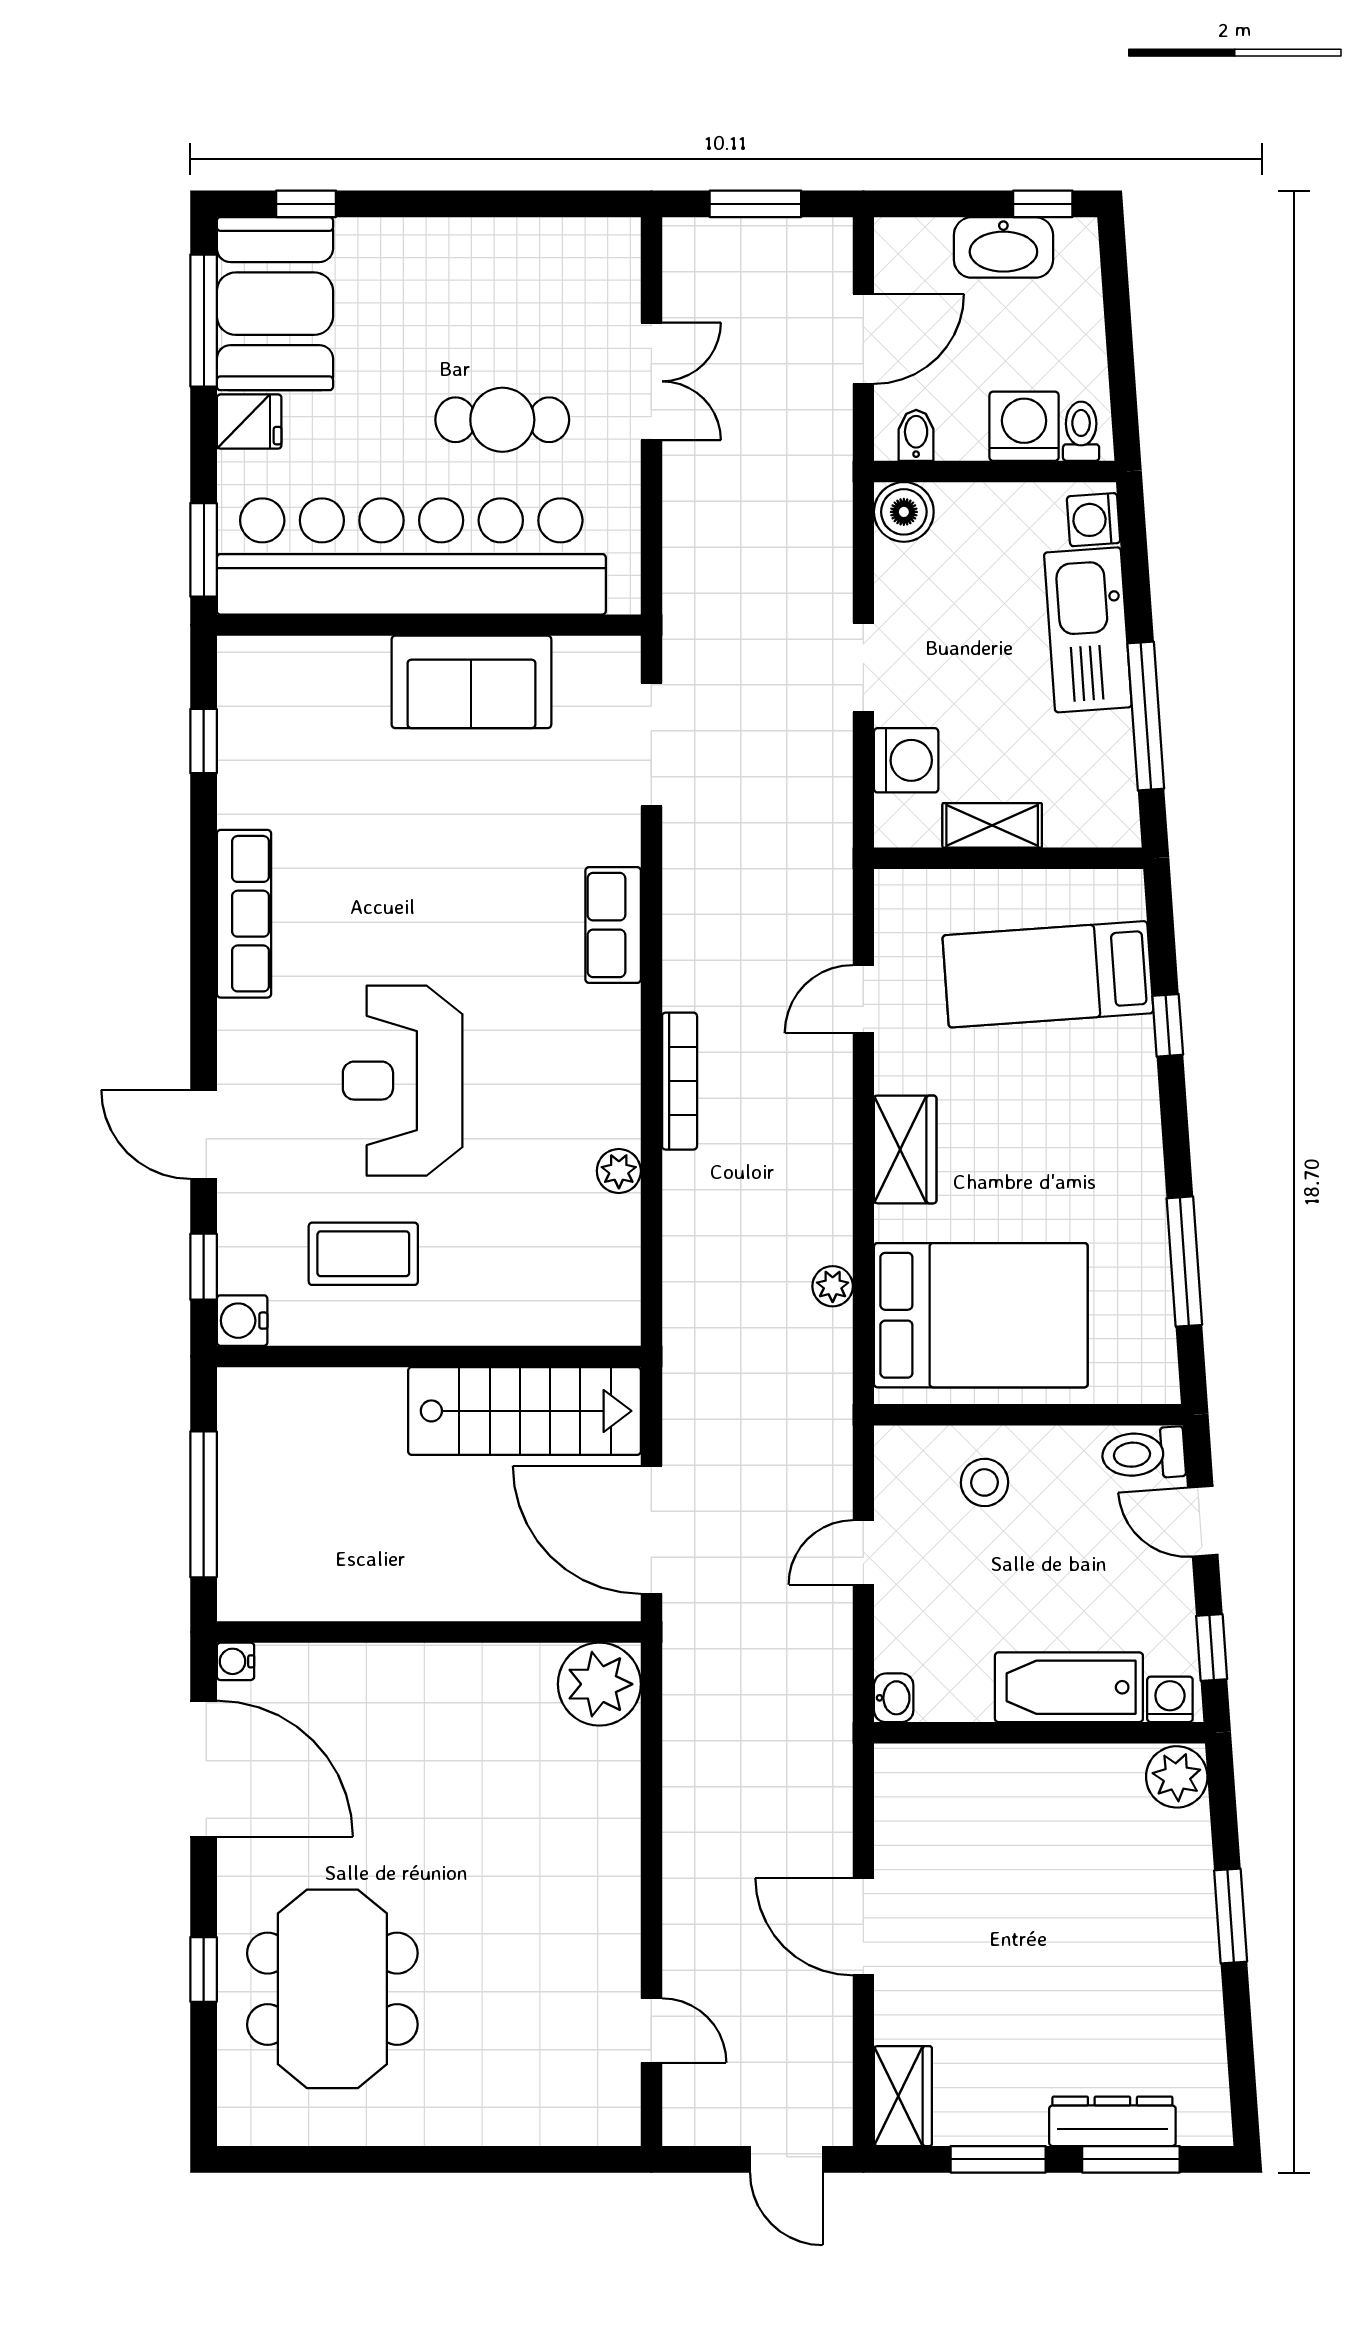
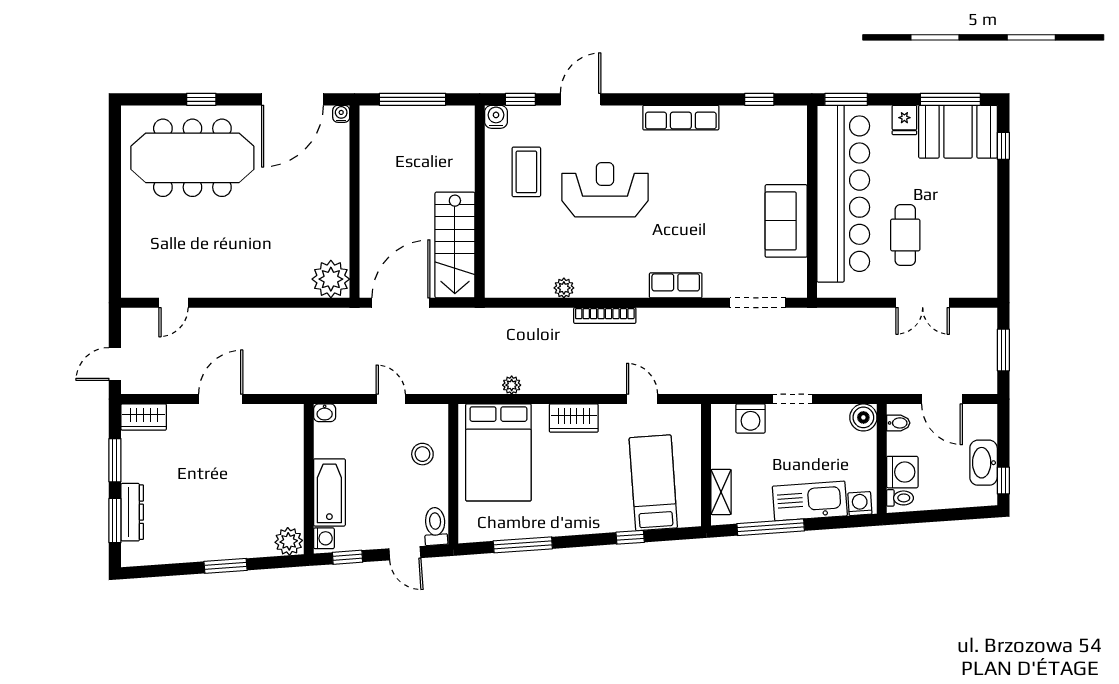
shelving: (992, 825) -> (721, 492), moved
door: (1203, 1521) -> (405, 553), swing flipped
meeting table: (332, 1989) -> (192, 158), width x1.36

